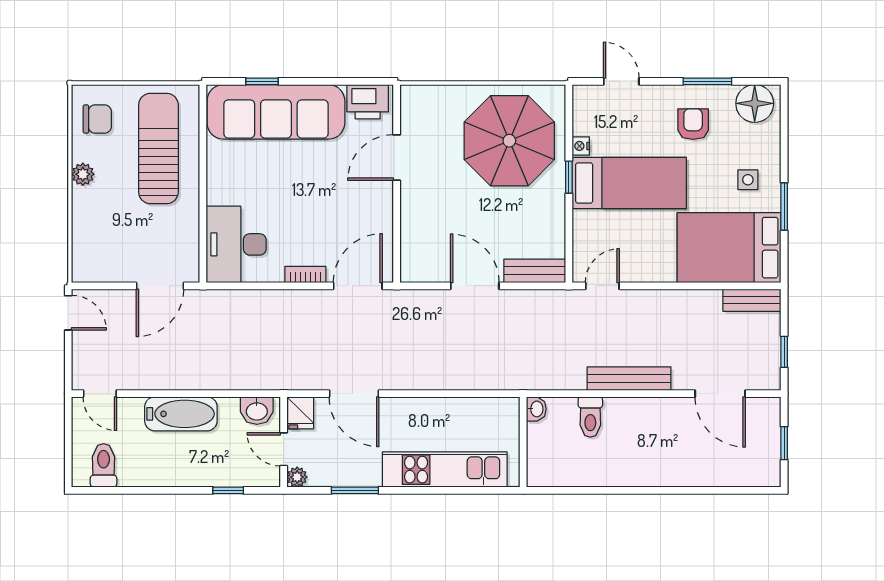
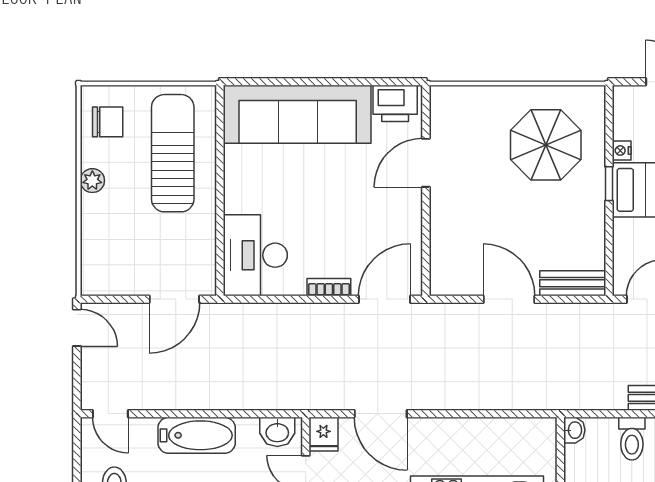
window: (262, 81) -> (283, 82), removed
parasol: (509, 141) -> (546, 145), width x0.73, depth x0.73

